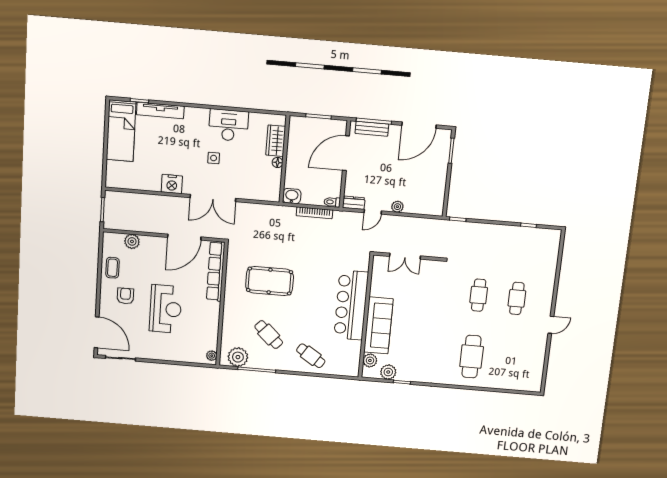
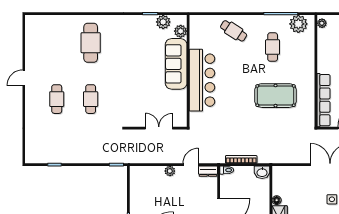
cafe table: (269, 335) -> (273, 47), turned 47

